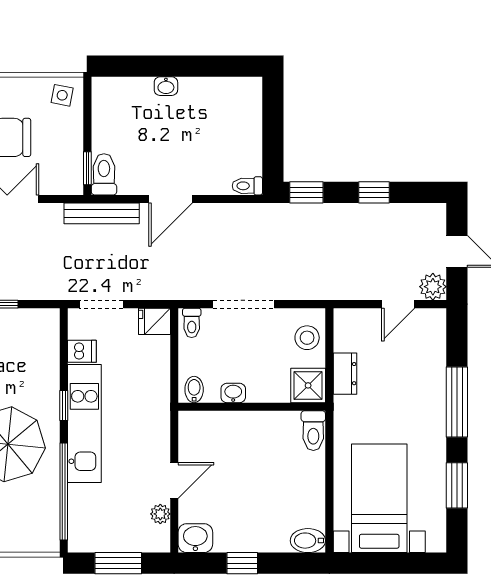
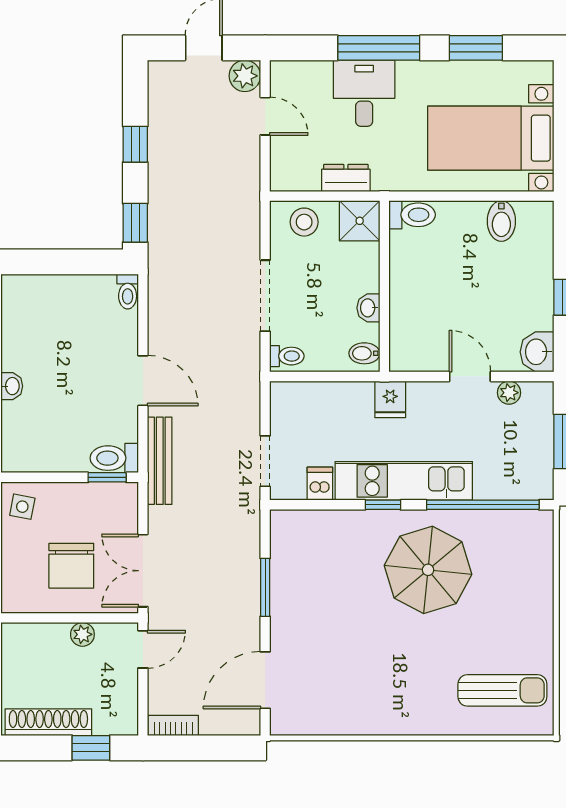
fridge: (154, 321) -> (390, 399), moved
desk: (418, 389) -> (364, 93), added
bidet: (308, 541) -> (501, 221), moved

